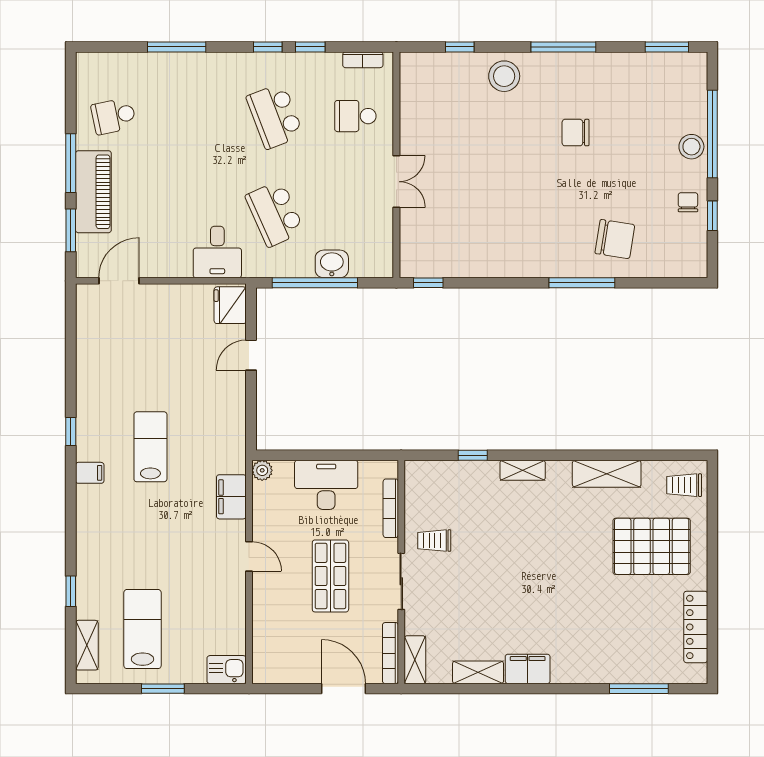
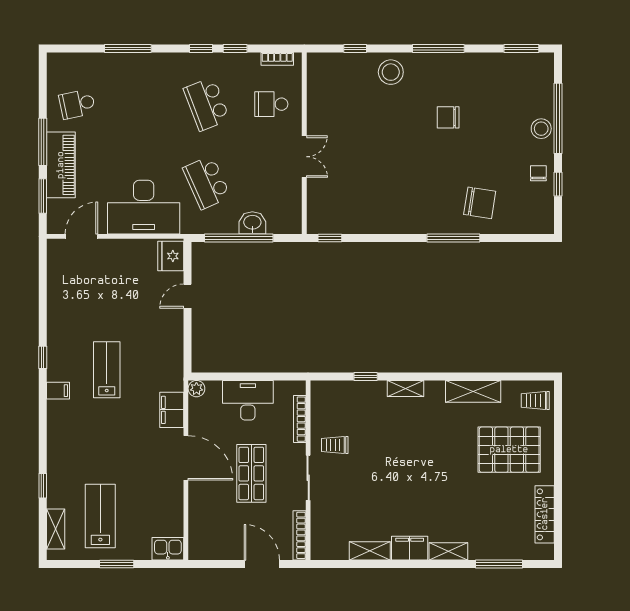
desk: (217, 252) -> (144, 207), width x1.87, depth x1.30
door: (249, 556) -> (186, 458), width x1.88
shelving: (415, 660) -> (448, 551), moved, turned 90

